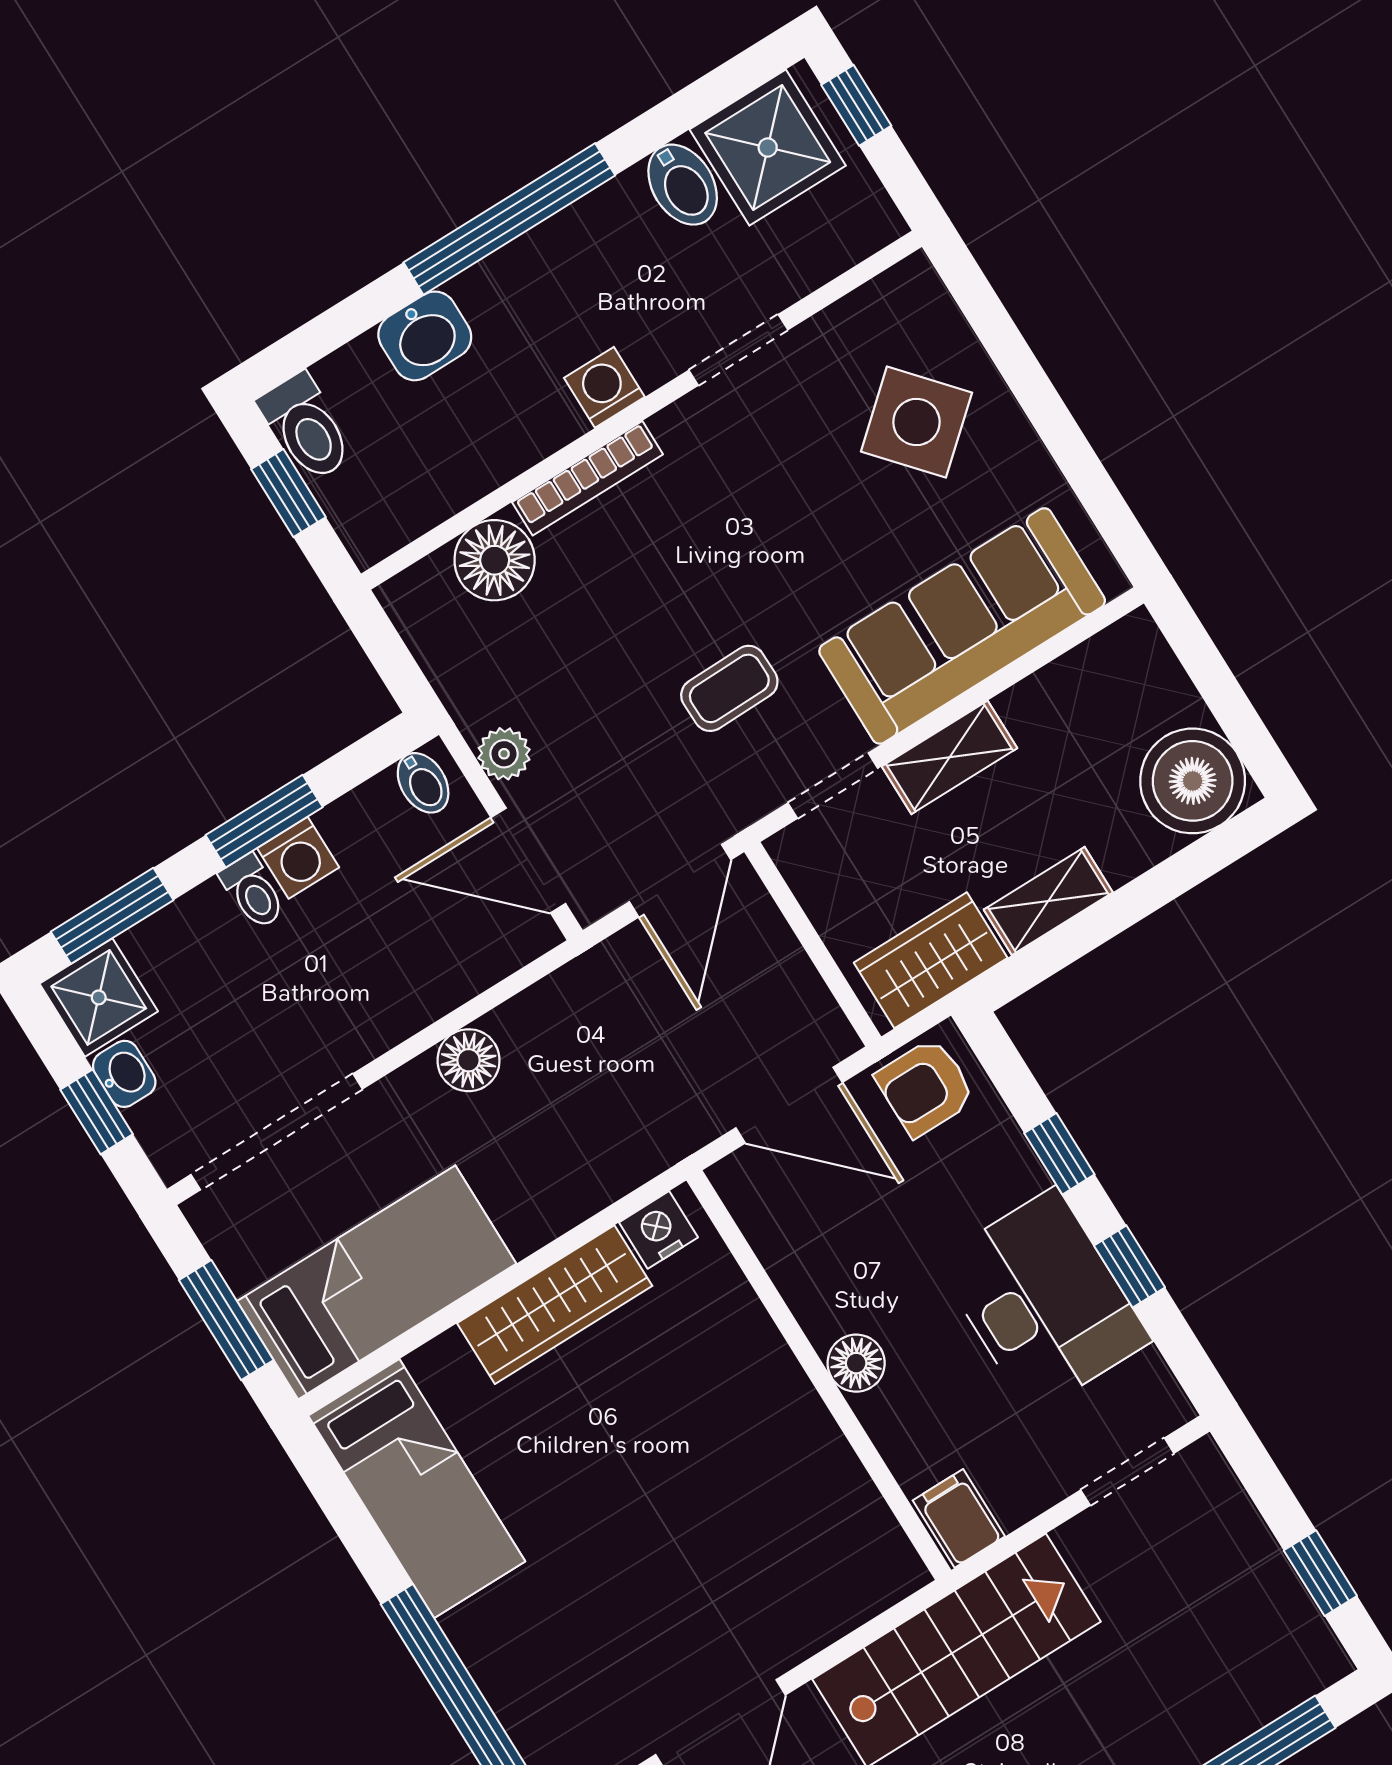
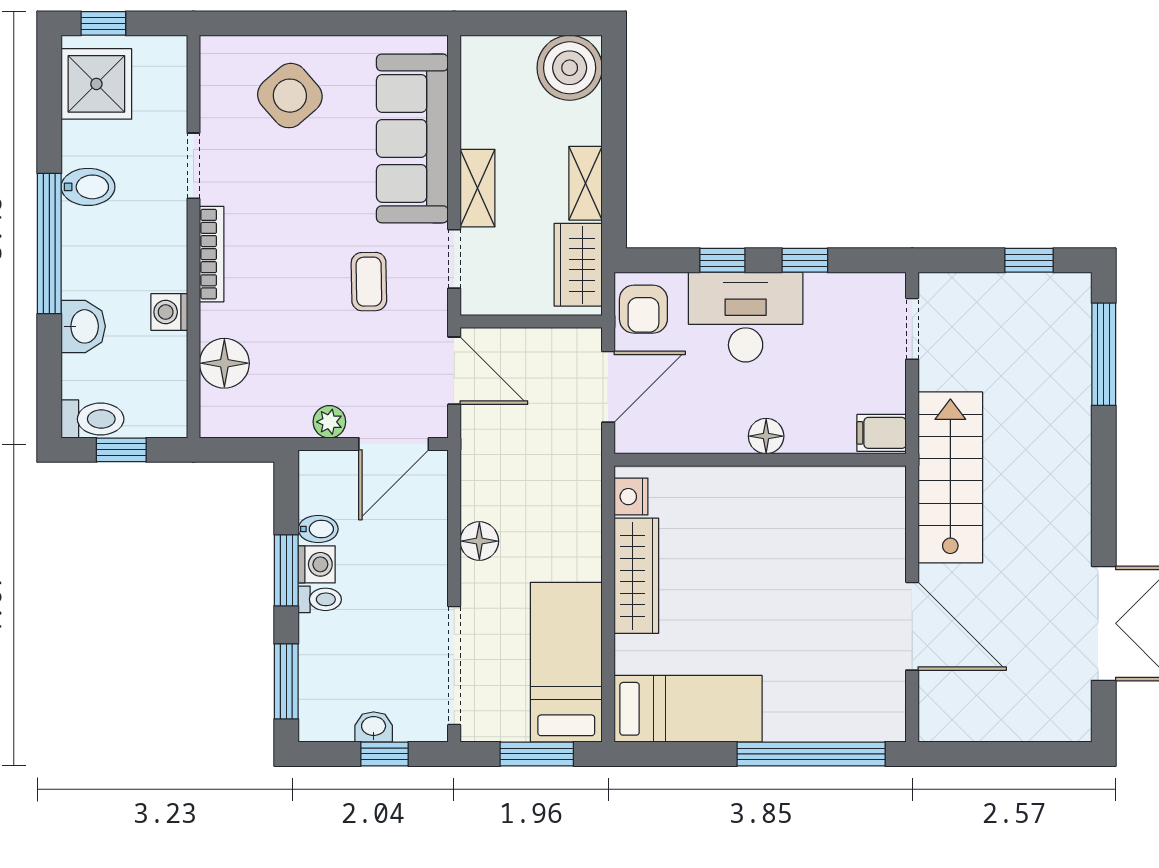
bidet: (683, 185) -> (88, 187), moved
washing machine: (604, 387) -> (169, 312), moved
bookcase: (587, 478) -> (212, 254), moved
bidet: (423, 783) -> (318, 529), moved
shower: (99, 997) -> (325, 715), removed
desk: (1043, 1301) -> (746, 317), moved

